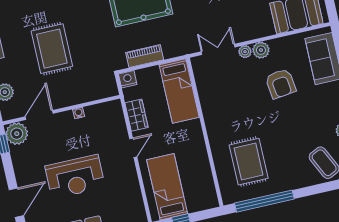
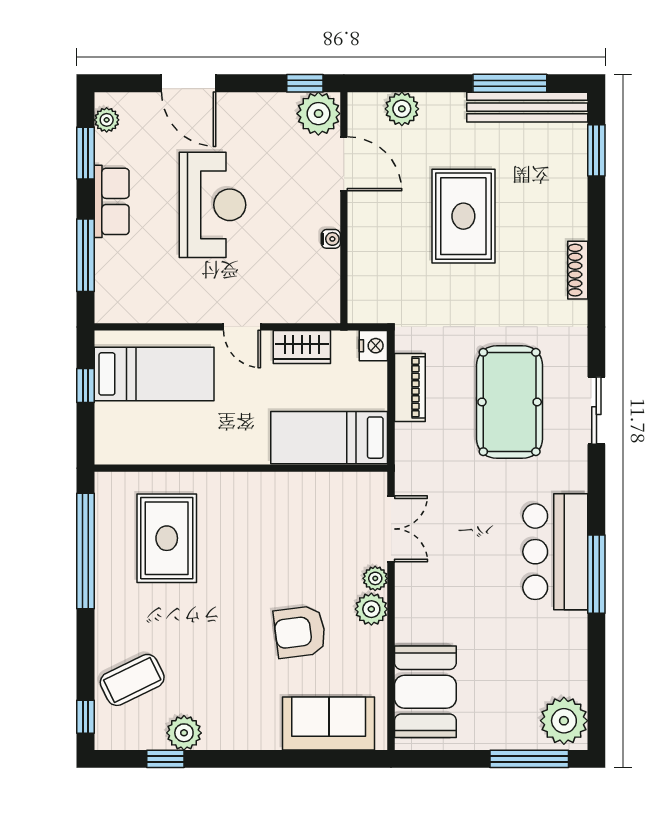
rug: (52, 49) -> (463, 216), turned 90
rug: (249, 162) -> (167, 538), turned 90
reception desk: (75, 177) -> (212, 205), turned 180

